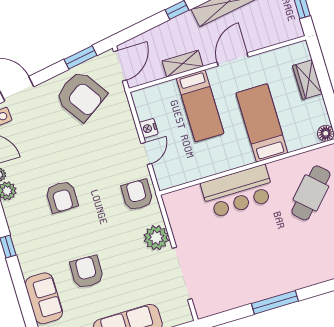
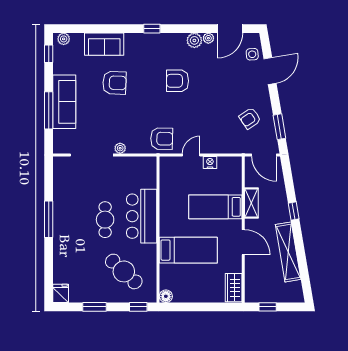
wardrobe: (307, 80) -> (234, 288), moved, turned -90
armchair: (81, 96) -> (250, 118), width x0.53, depth x0.53
door: (146, 154) -> (191, 155), swing flipped
cafe table: (255, 234) -> (105, 220), added
plant: (156, 238) -> (120, 148), width x0.53, depth x0.53

